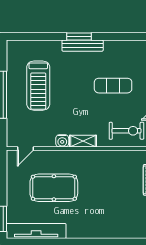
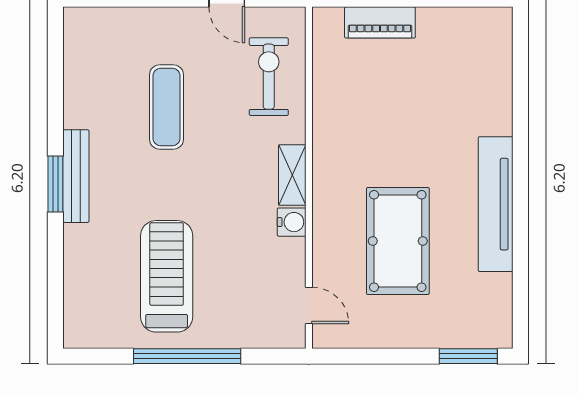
treadmill: (38, 86) -> (167, 276), turned -90
tv unit: (36, 231) -> (496, 204), moved

